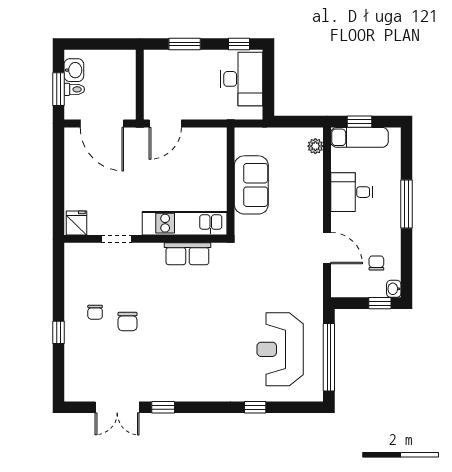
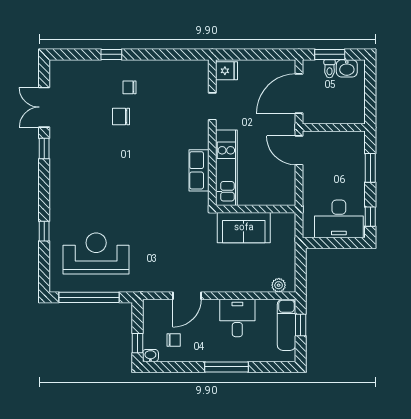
fridge: (77, 223) -> (227, 71), moved
kitchen unit: (185, 223) -> (226, 168), moved
doorway: (116, 239) -> (212, 106), moved
wall: (145, 239) -> (212, 133), moved
row of seats: (187, 254) -> (199, 170), moved

